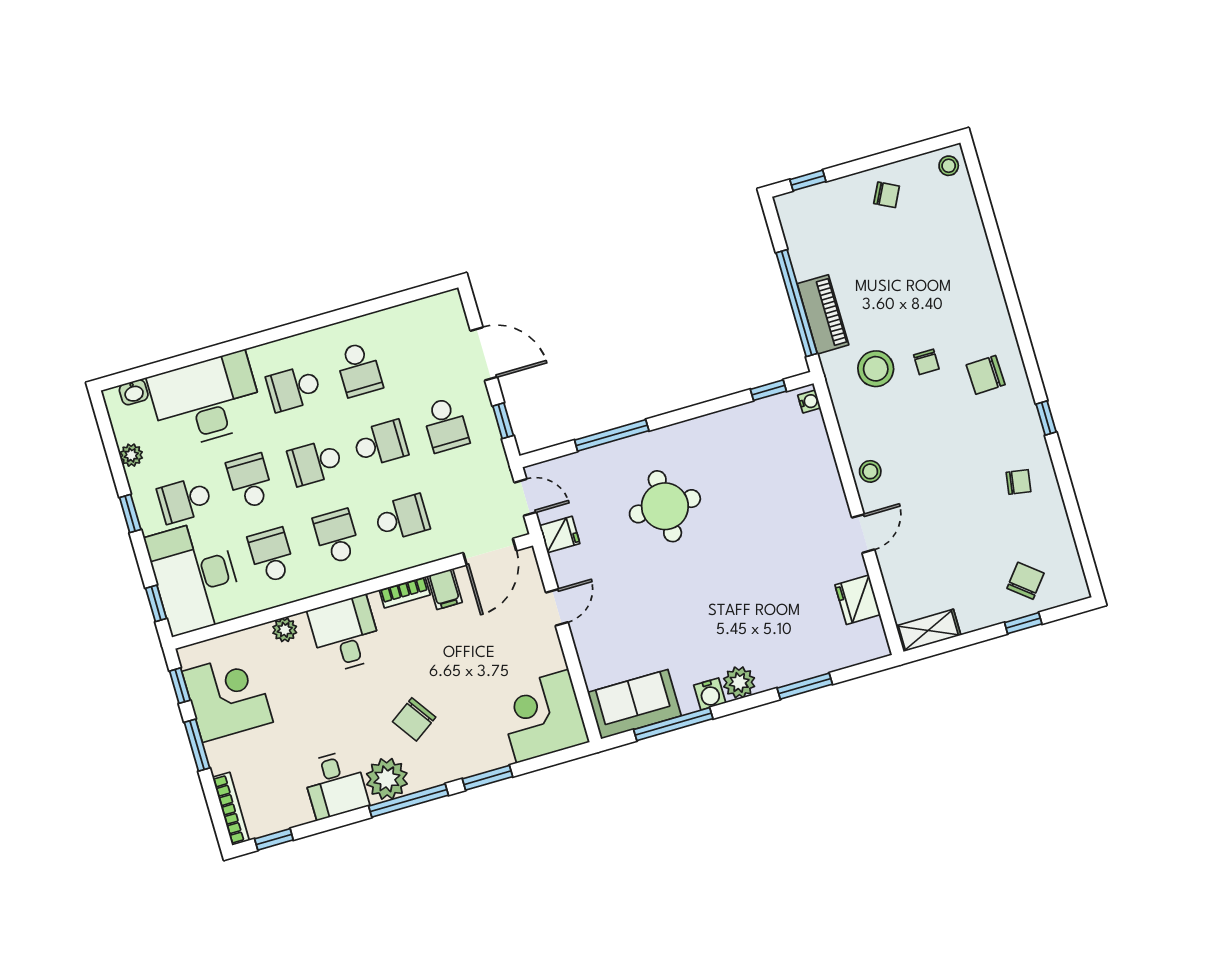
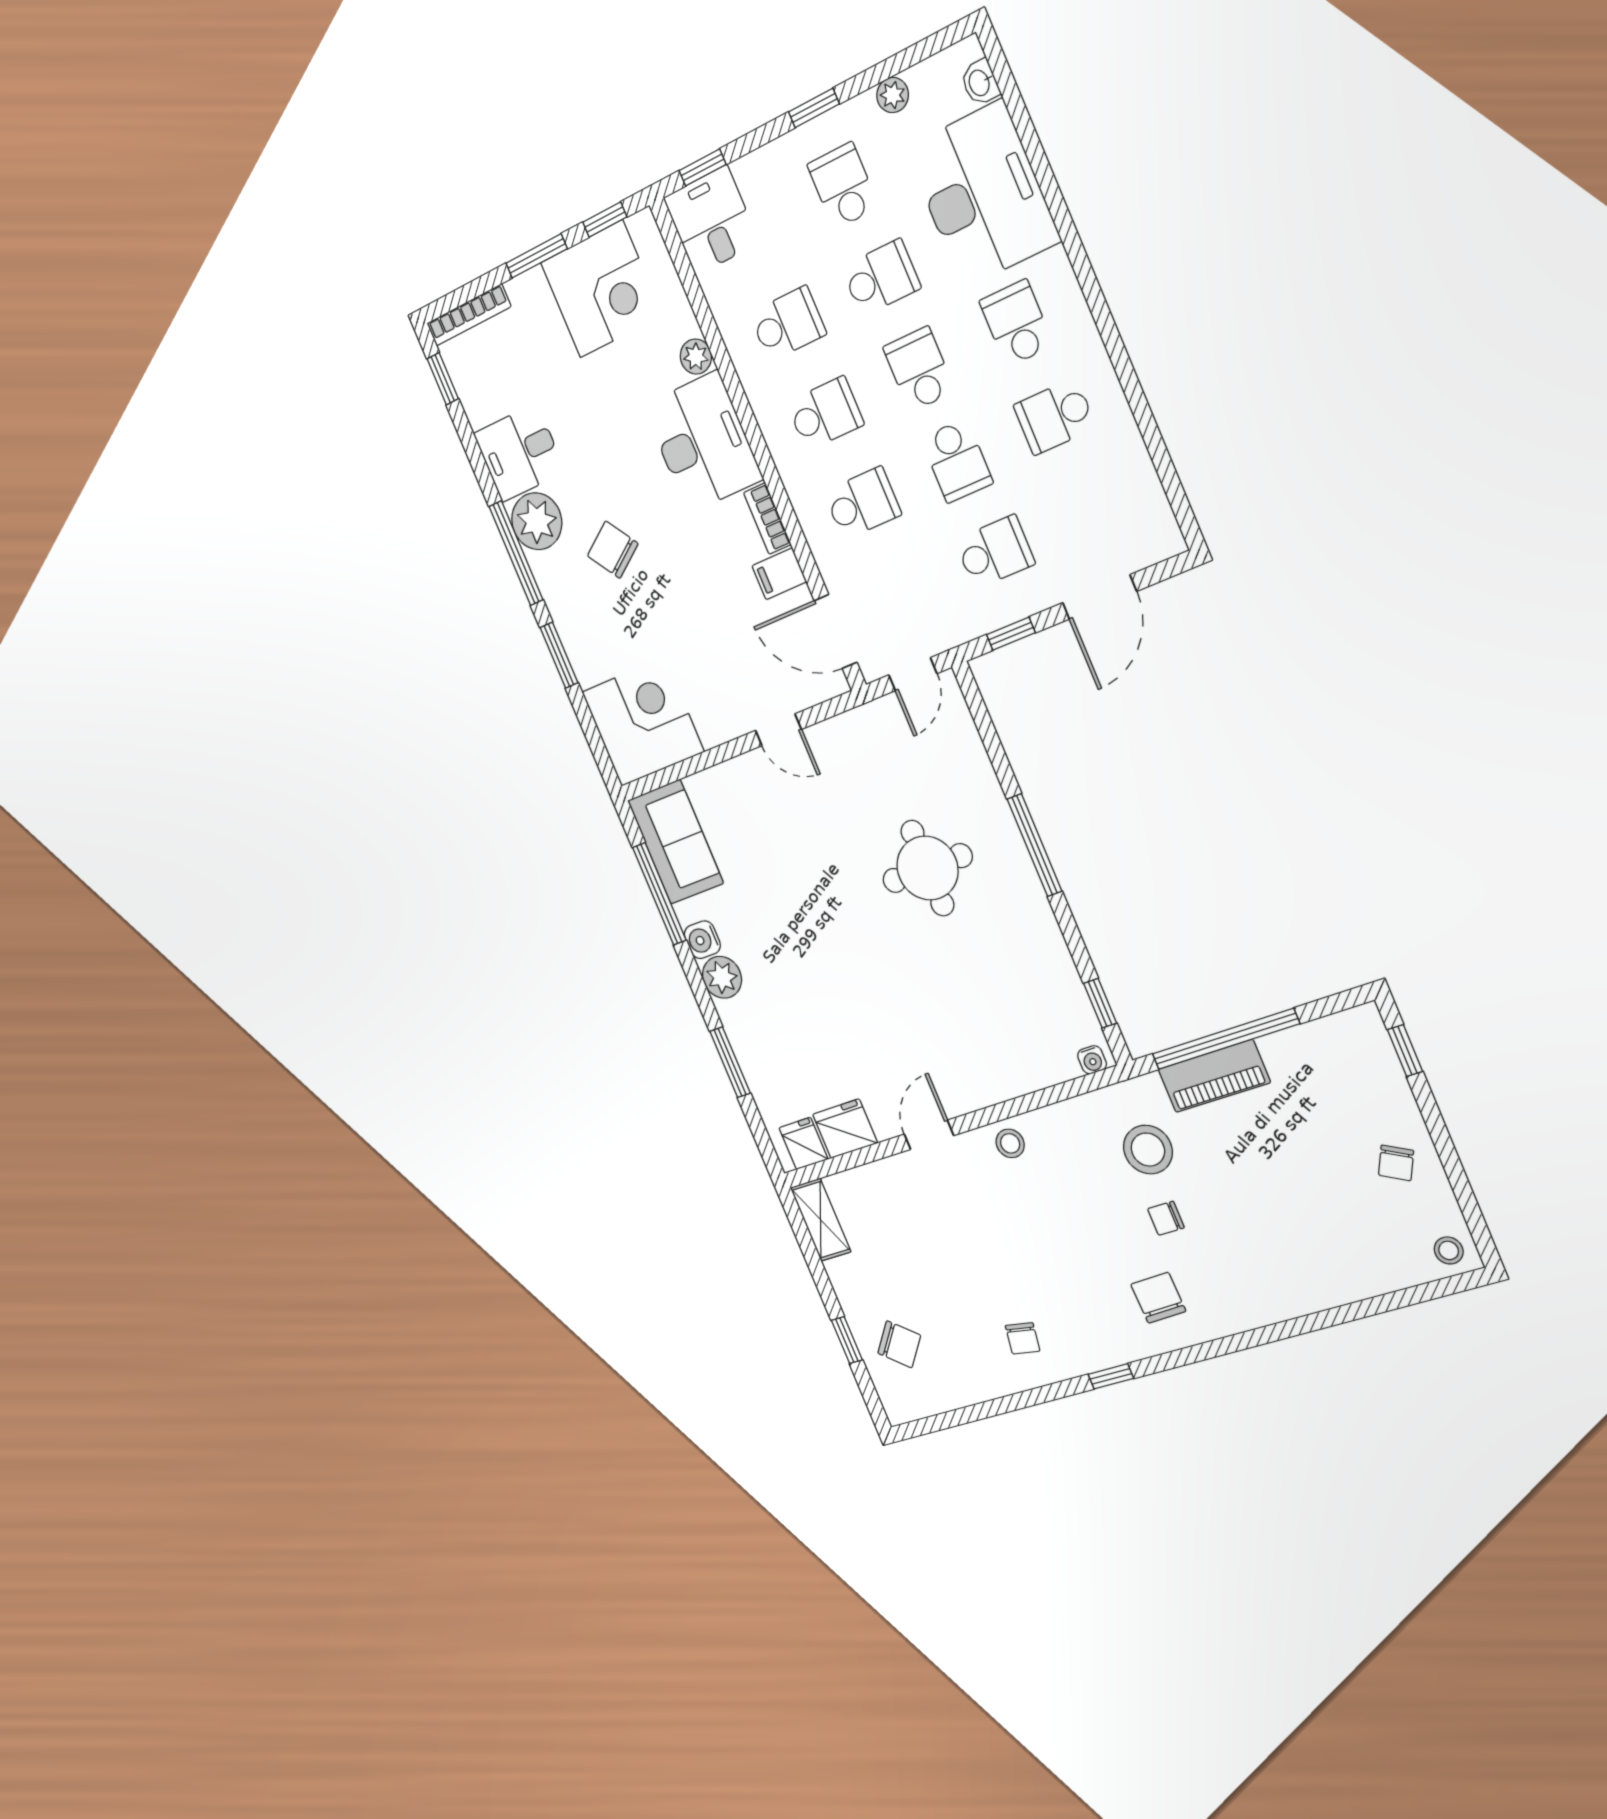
school desk: (446, 425) -> (995, 552), turned 180
window: (612, 435) -> (1034, 845), moved
school desk: (402, 518) -> (862, 503), turned -90
door: (863, 534) -> (929, 1135), swing flipped
fridge: (560, 535) -> (803, 1143), moved, turned 180
desk: (195, 577) -> (711, 220), width x0.53, depth x0.77
desk: (345, 634) -> (703, 442), width x1.37

